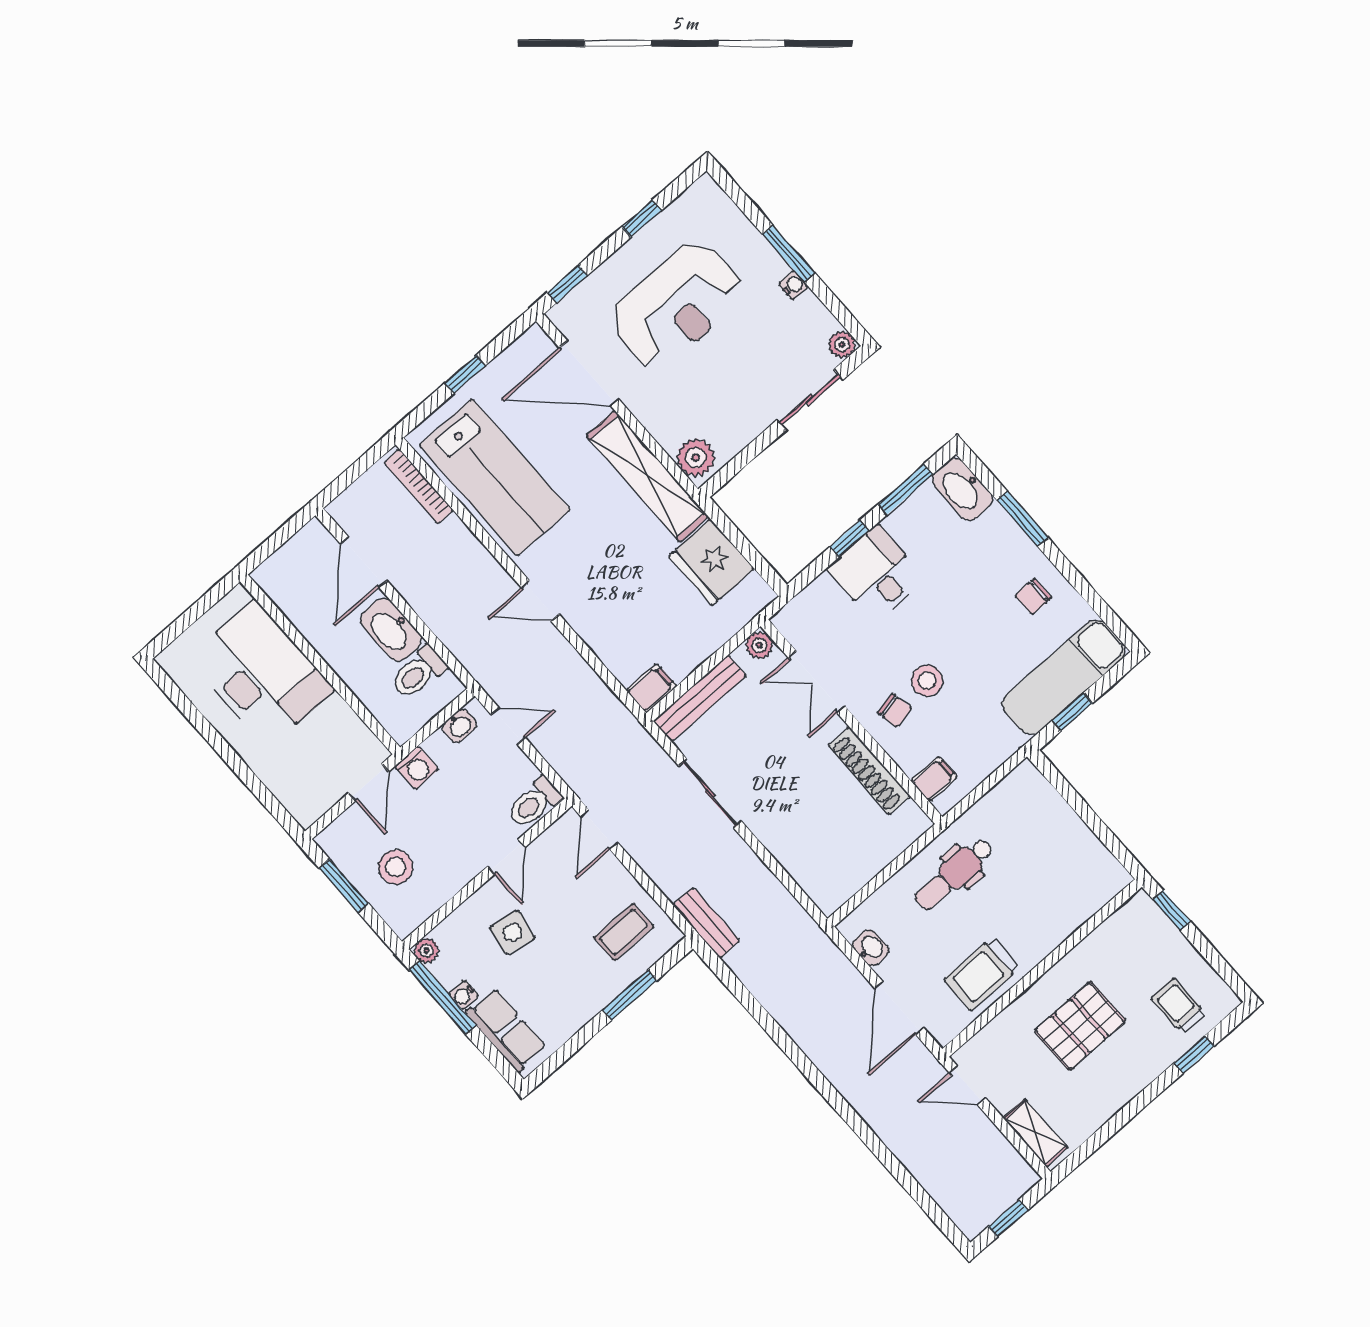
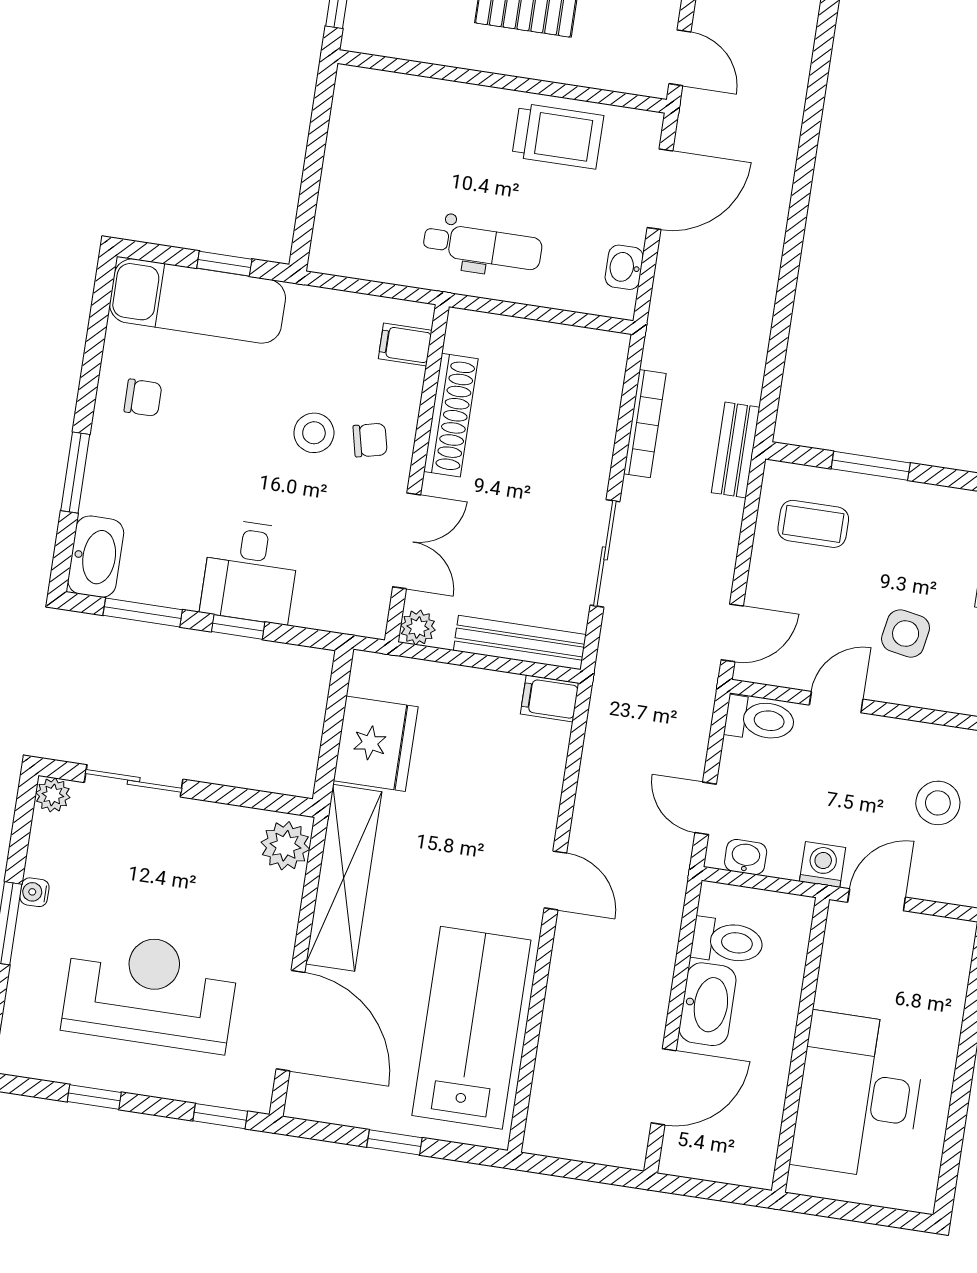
bookcase: (419, 486) -> (645, 424), moved
chair: (895, 710) -> (370, 440), turned 89

